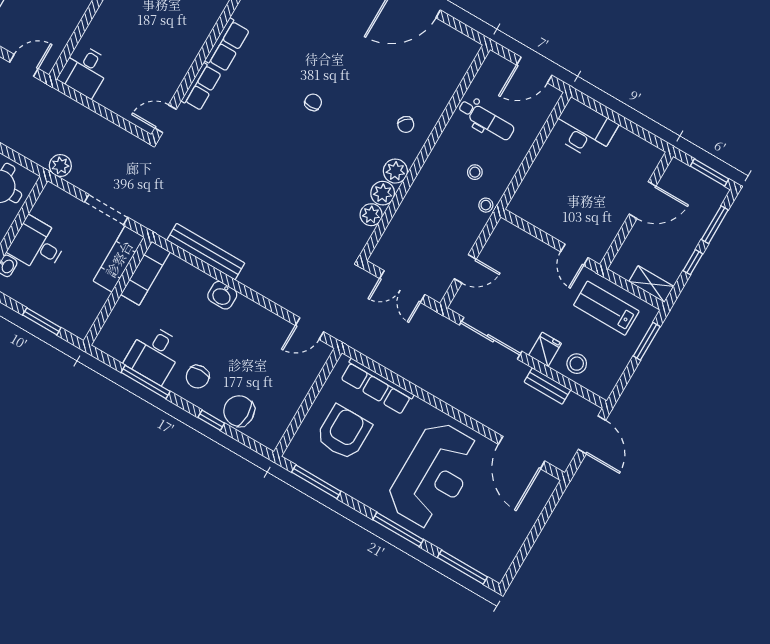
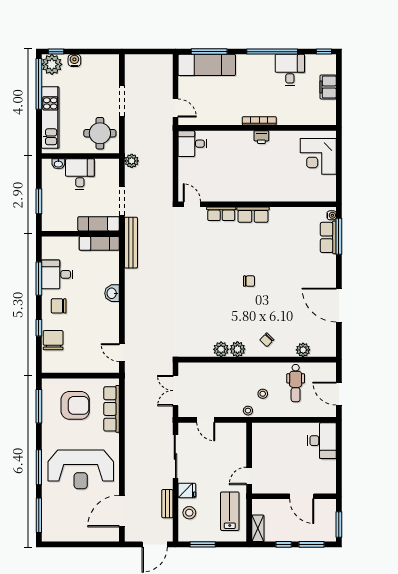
plant: (371, 215) -> (303, 350), moved
bench: (206, 252) -> (131, 243), moved
window: (647, 341) -> (203, 544), moved

